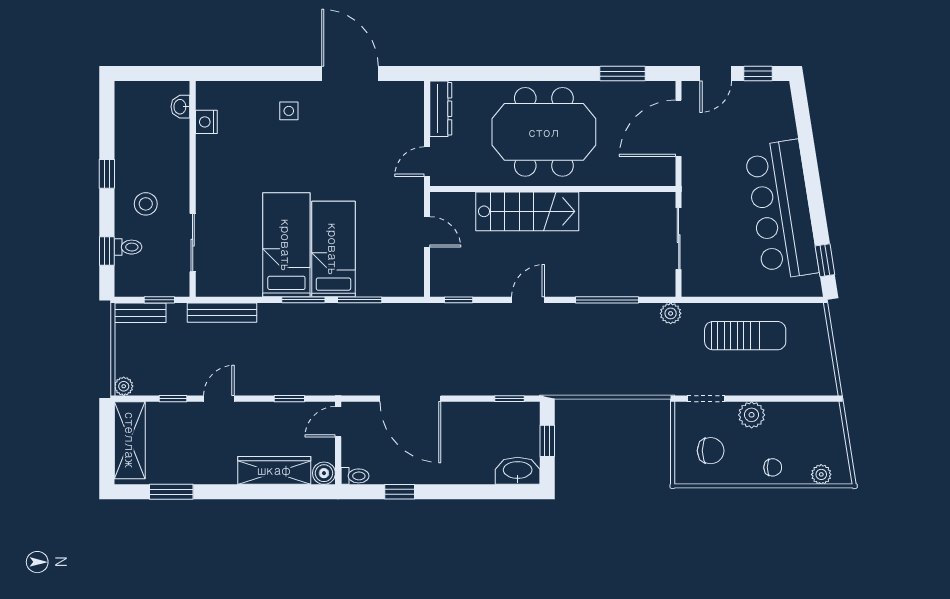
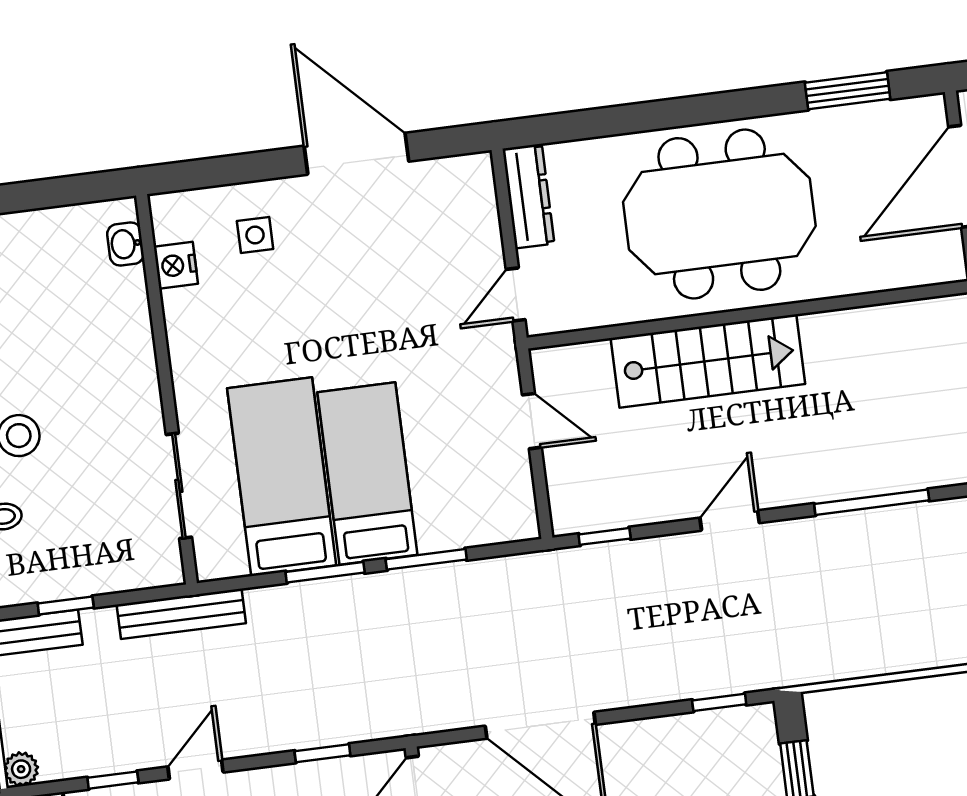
washbasin: (180, 107) -> (125, 244), moved
nightstand: (206, 122) -> (176, 265), moved
wall: (193, 189) -> (167, 389), moved
sliding door: (193, 243) -> (179, 486), moved

